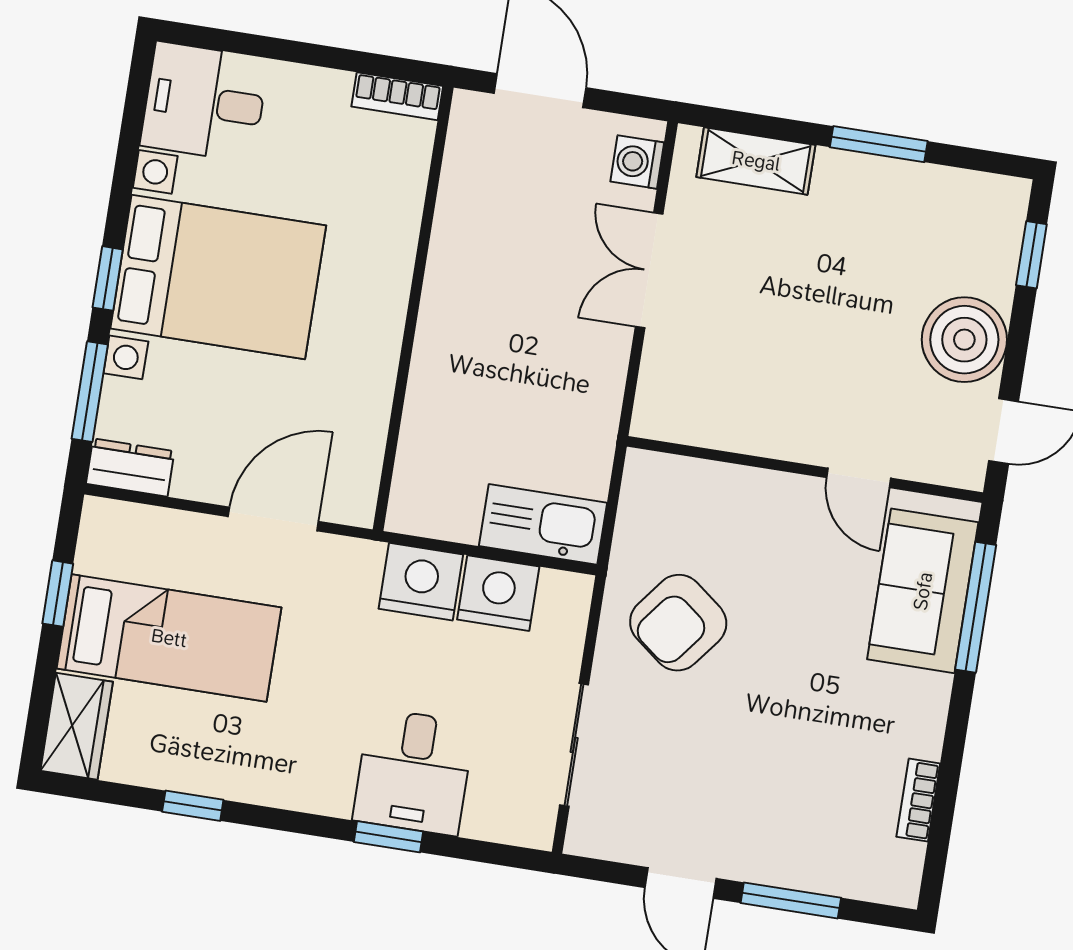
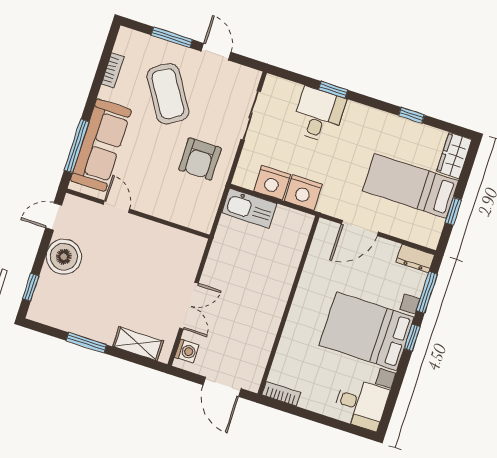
sofa: (923, 591) -> (101, 145), width x1.36
armchair: (678, 623) -> (200, 159), turned 142
coffee table: (779, 765) -> (168, 94), added

